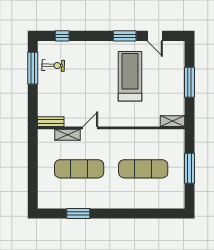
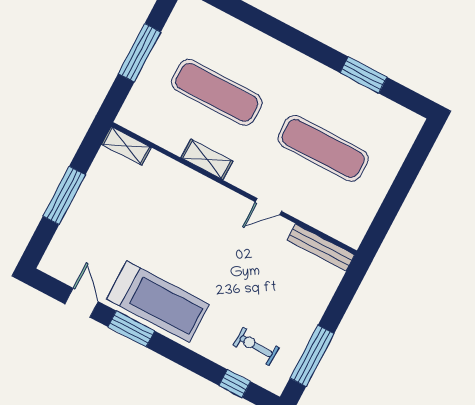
exercise bike: (53, 65) -> (256, 346), moved
treadmill: (130, 76) -> (158, 302), moved, turned -90
bench: (51, 122) -> (321, 247), width x1.36
shelving: (67, 135) -> (207, 159), moved

